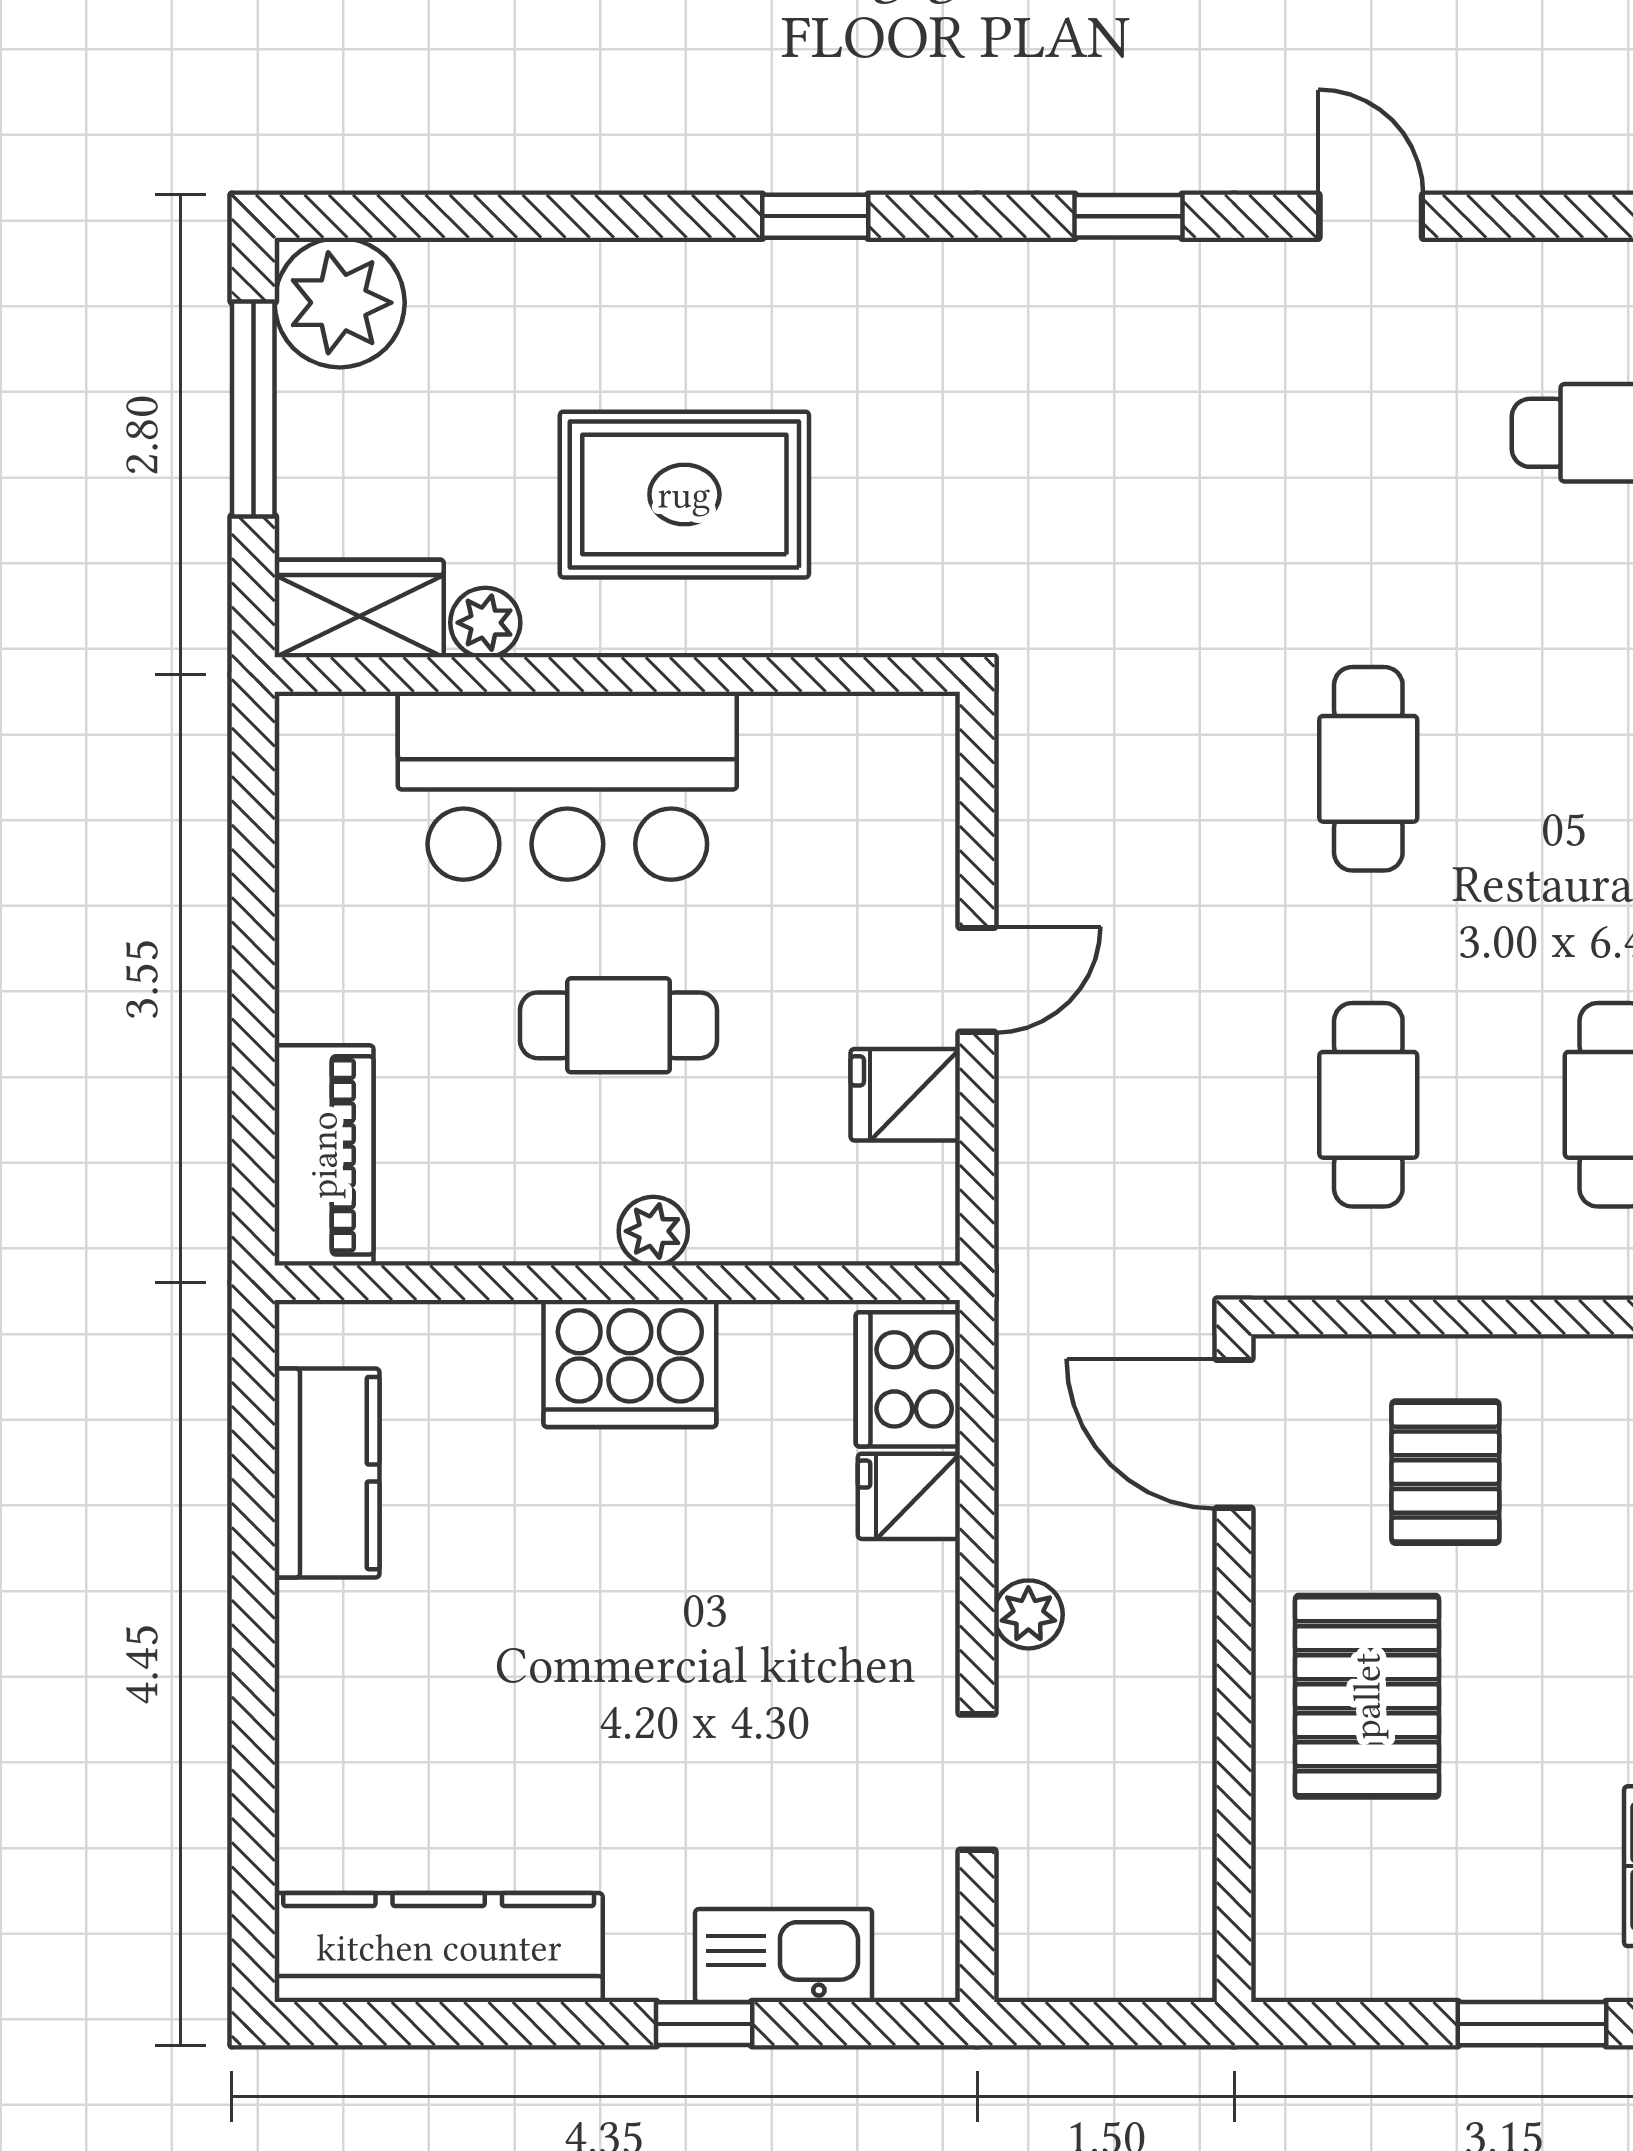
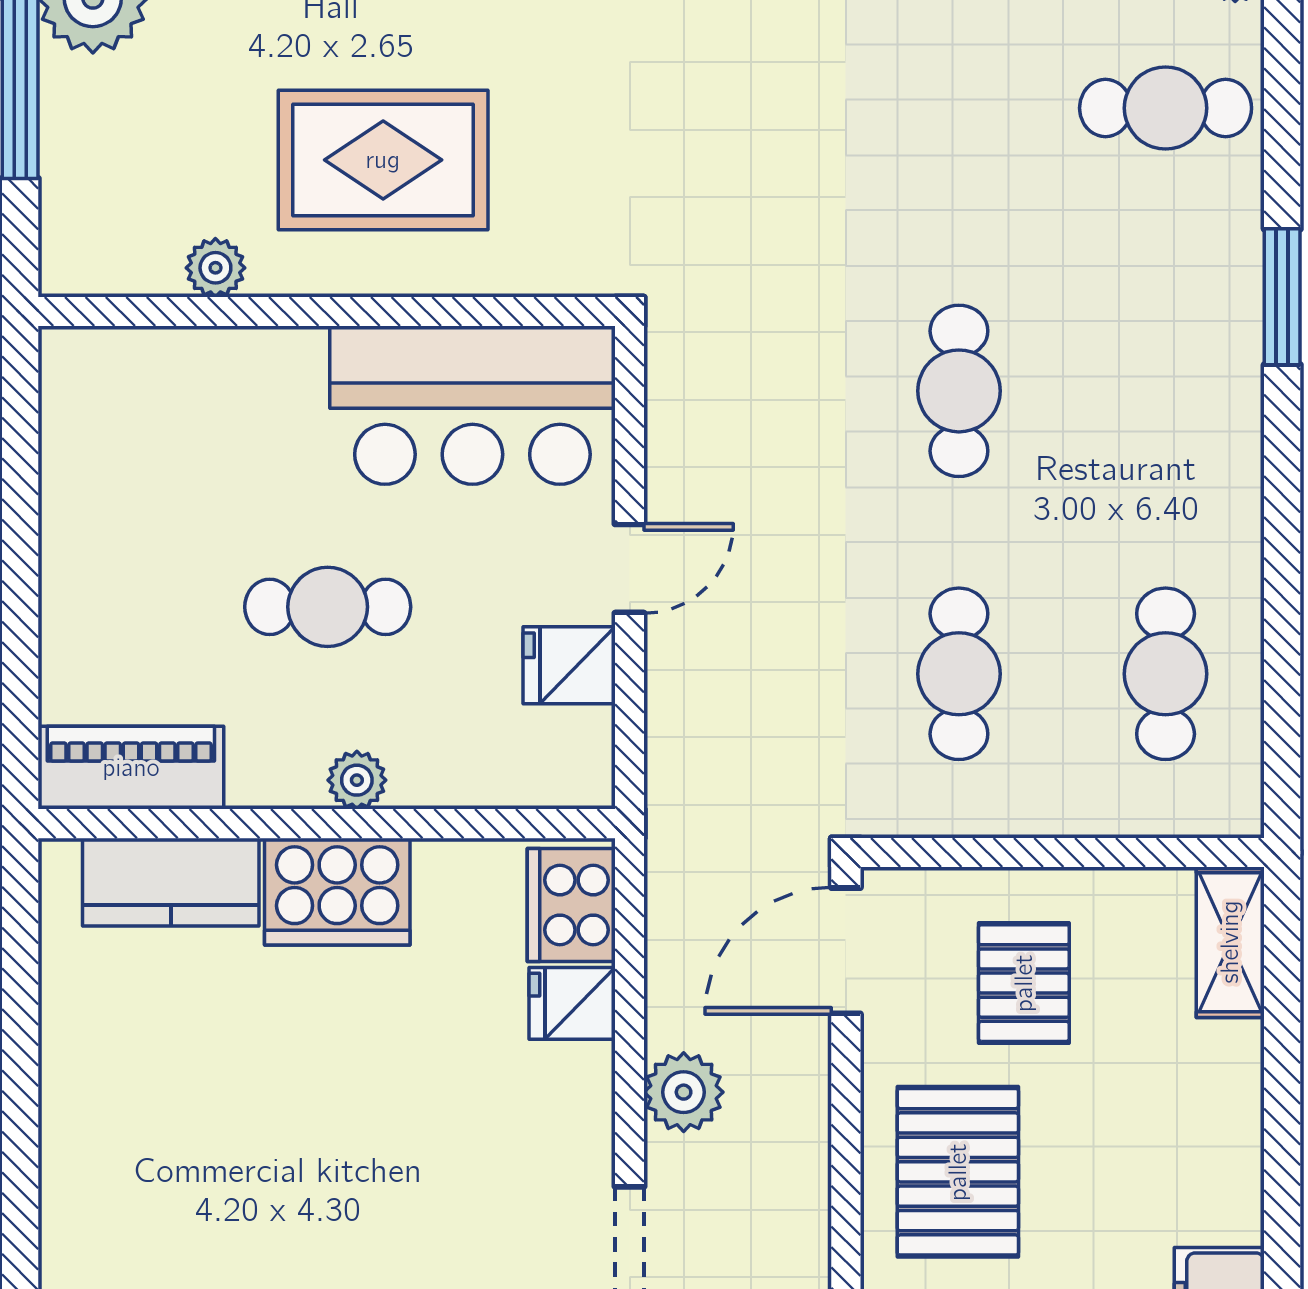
wardrobe: (359, 608) -> (109, 256), removed
bar counter: (567, 786) -> (472, 405), moved
piano: (324, 1155) -> (131, 768), moved, turned -90
door: (1234, 1434) -> (846, 951), hinge flipped
kitchen counter: (327, 1473) -> (171, 882), moved, turned 90
plant: (1028, 1614) -> (684, 1092), width x1.38, depth x1.38

